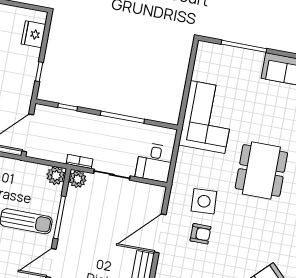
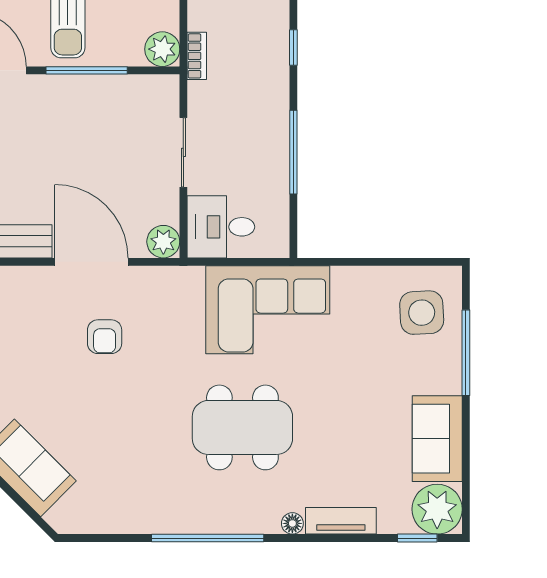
corner sofa: (208, 117) -> (268, 310), moved
bookcase: (79, 161) -> (197, 56), moved
plant: (78, 179) -> (163, 242), moved
side table: (204, 201) -> (422, 313), moved

